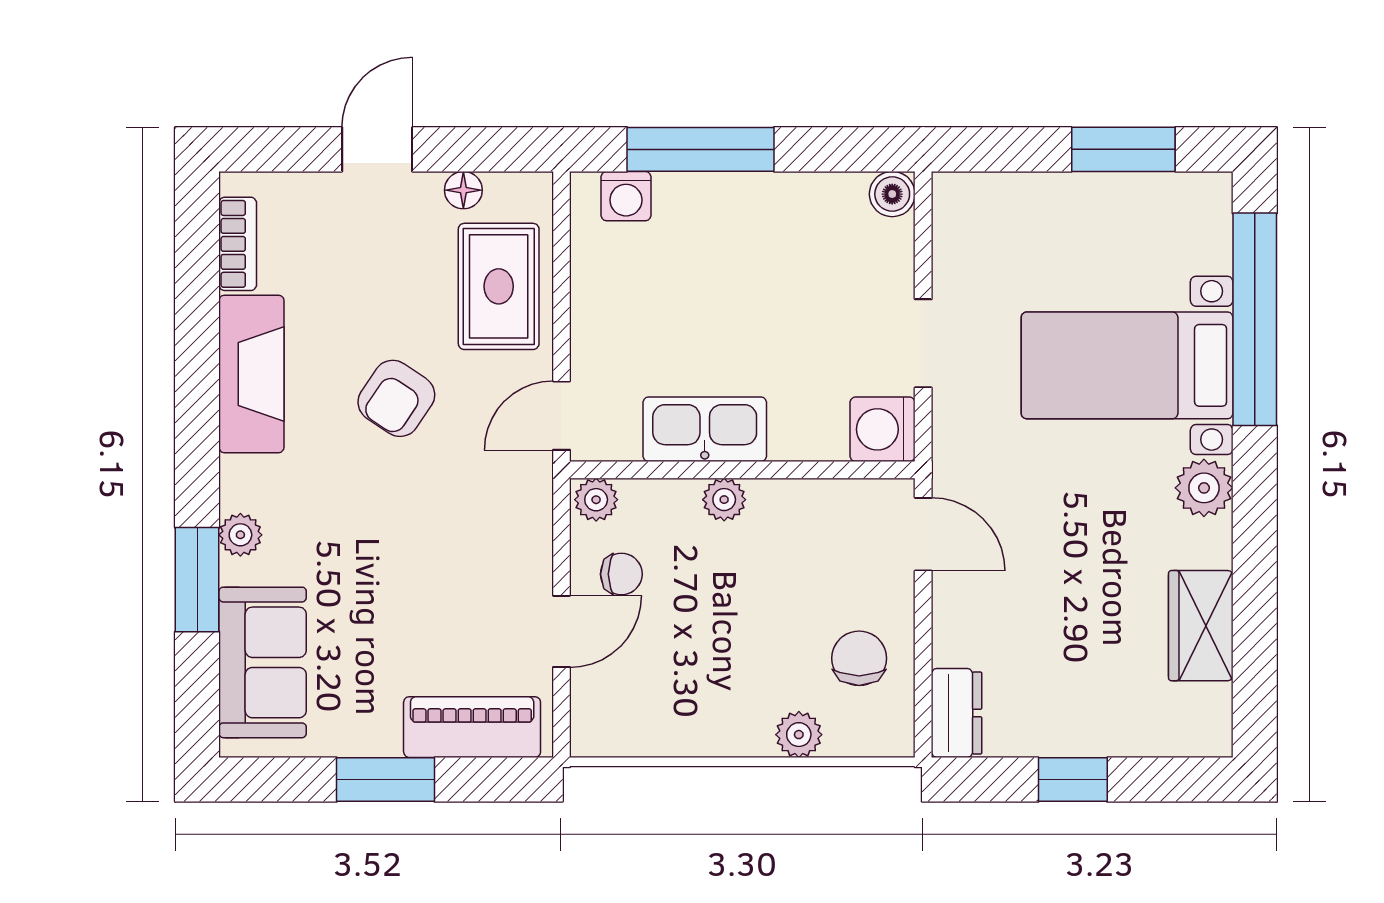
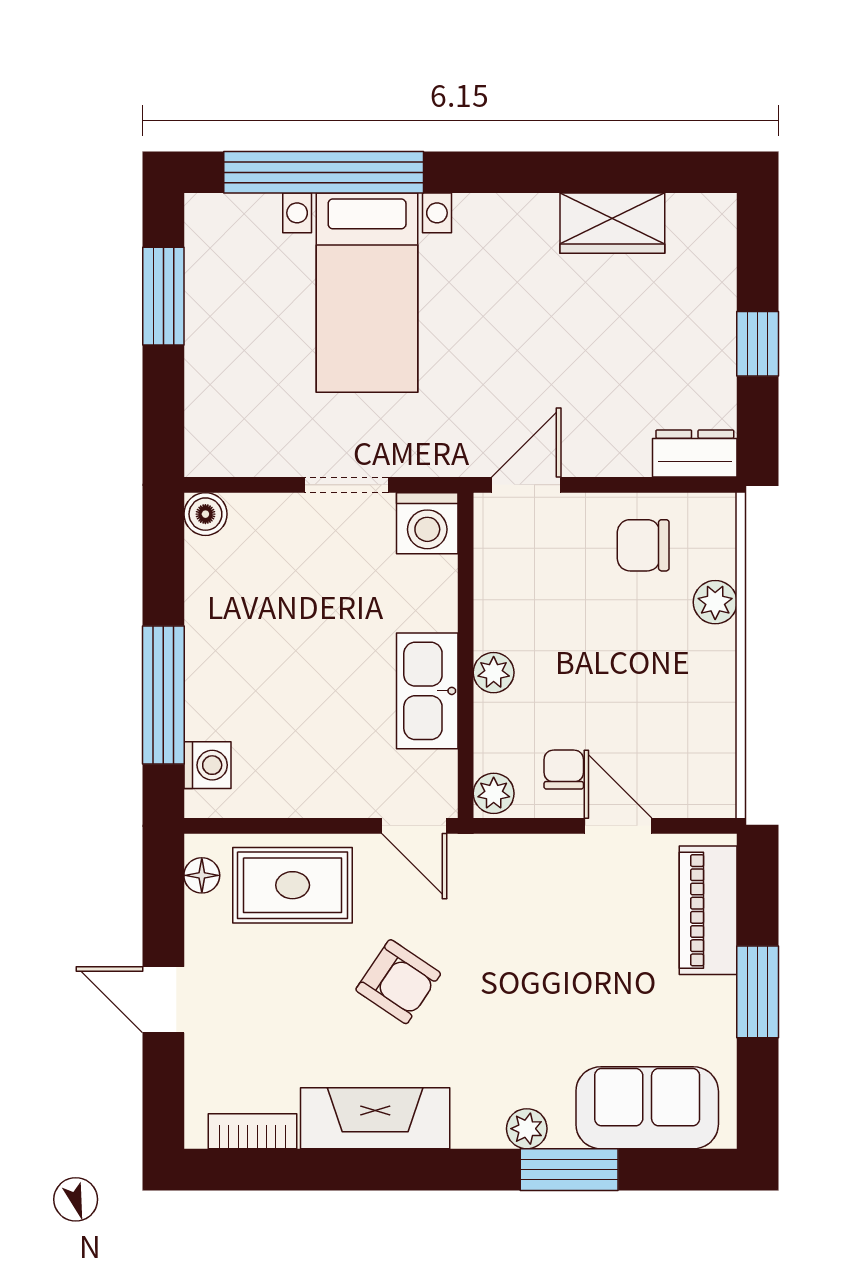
floor lamp: (463, 190) -> (202, 875), moved
plant: (1204, 488) -> (483, 220), removed

